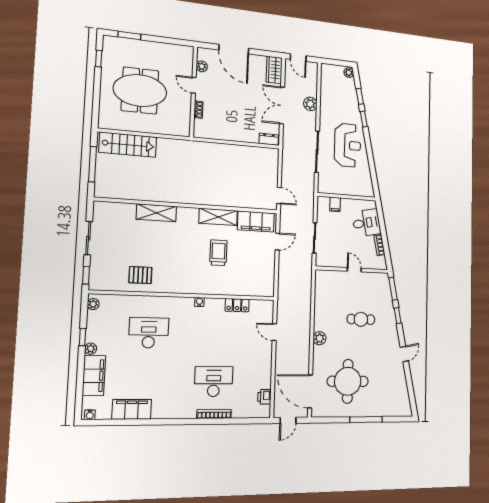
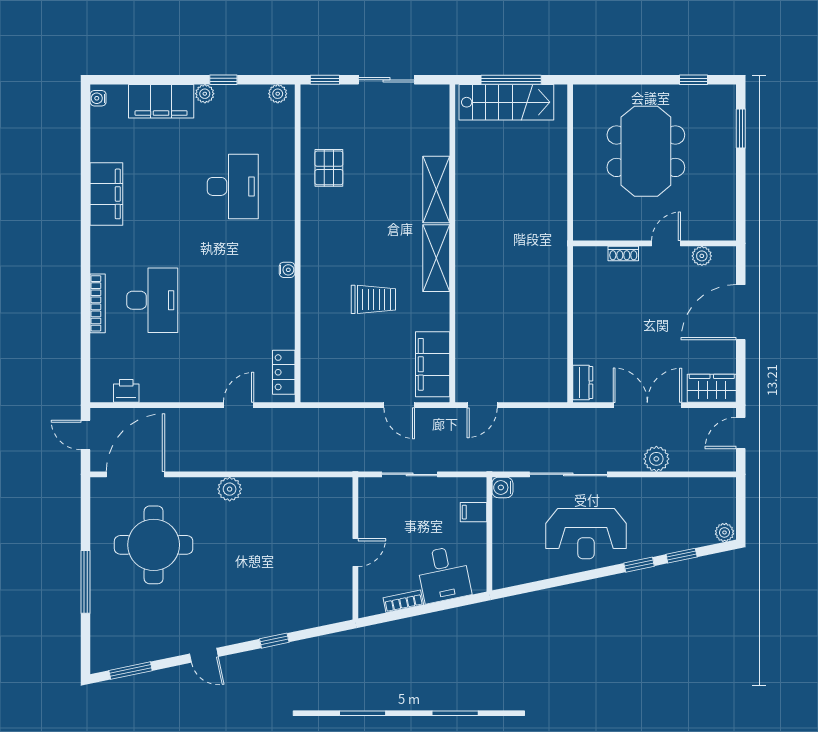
stairs: (128, 145) -> (506, 102), moved, turned -90
water cooler: (323, 188) -> (502, 487), added
shelving: (218, 217) -> (436, 258), moved
window: (393, 289) -> (131, 671), moved
locker: (237, 305) -> (284, 372), moved
cafe table: (361, 319) -> (265, 568), removed
filing cabinet: (132, 409) -> (106, 194), moved

